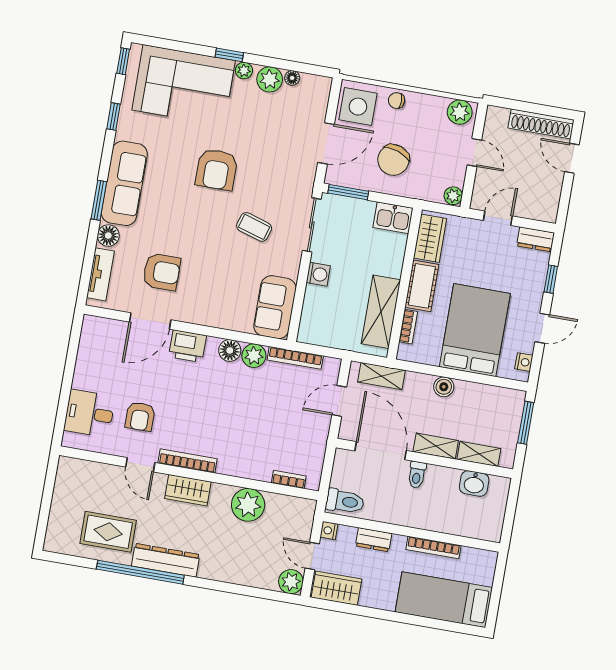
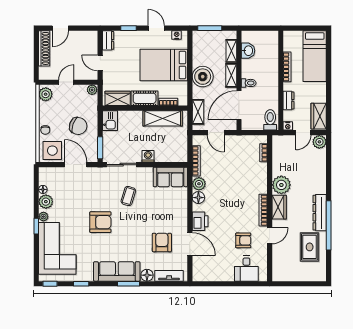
boiler: (444, 387) -> (203, 77), width x1.86, depth x1.86
plant: (248, 505) -> (281, 185), moved

